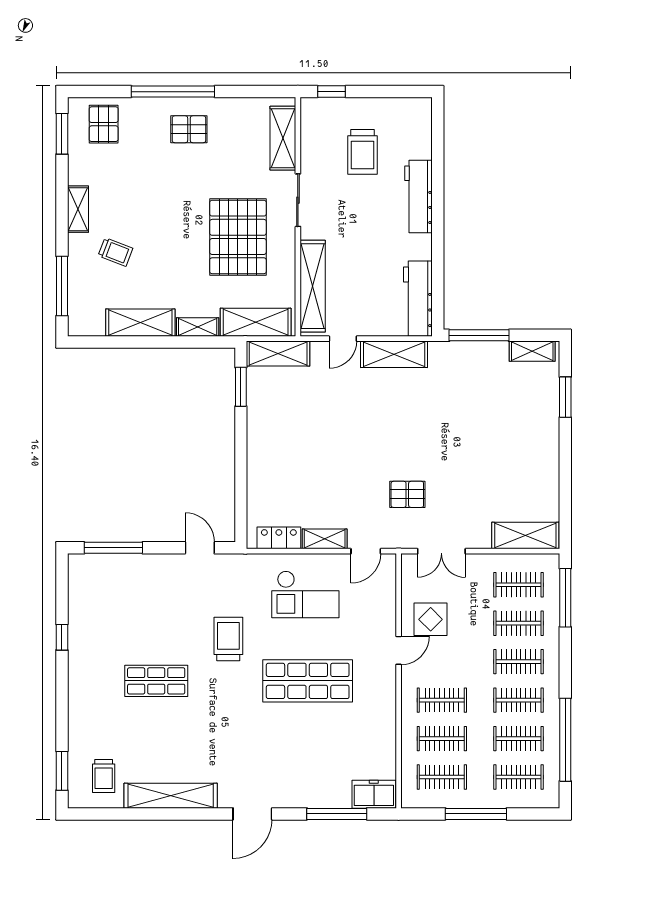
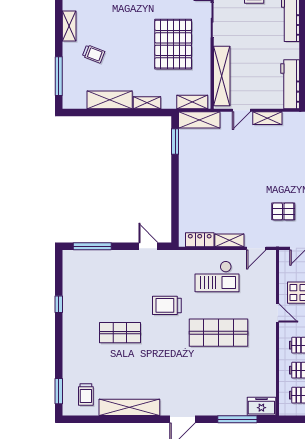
shelving: (256, 322) -> (192, 102), width x0.67, depth x0.75
shelving: (394, 354) -> (267, 118), width x0.67, depth x0.75
trolley: (228, 639) -> (167, 305), turned -90
door: (399, 650) -> (278, 313), hinge flipped

